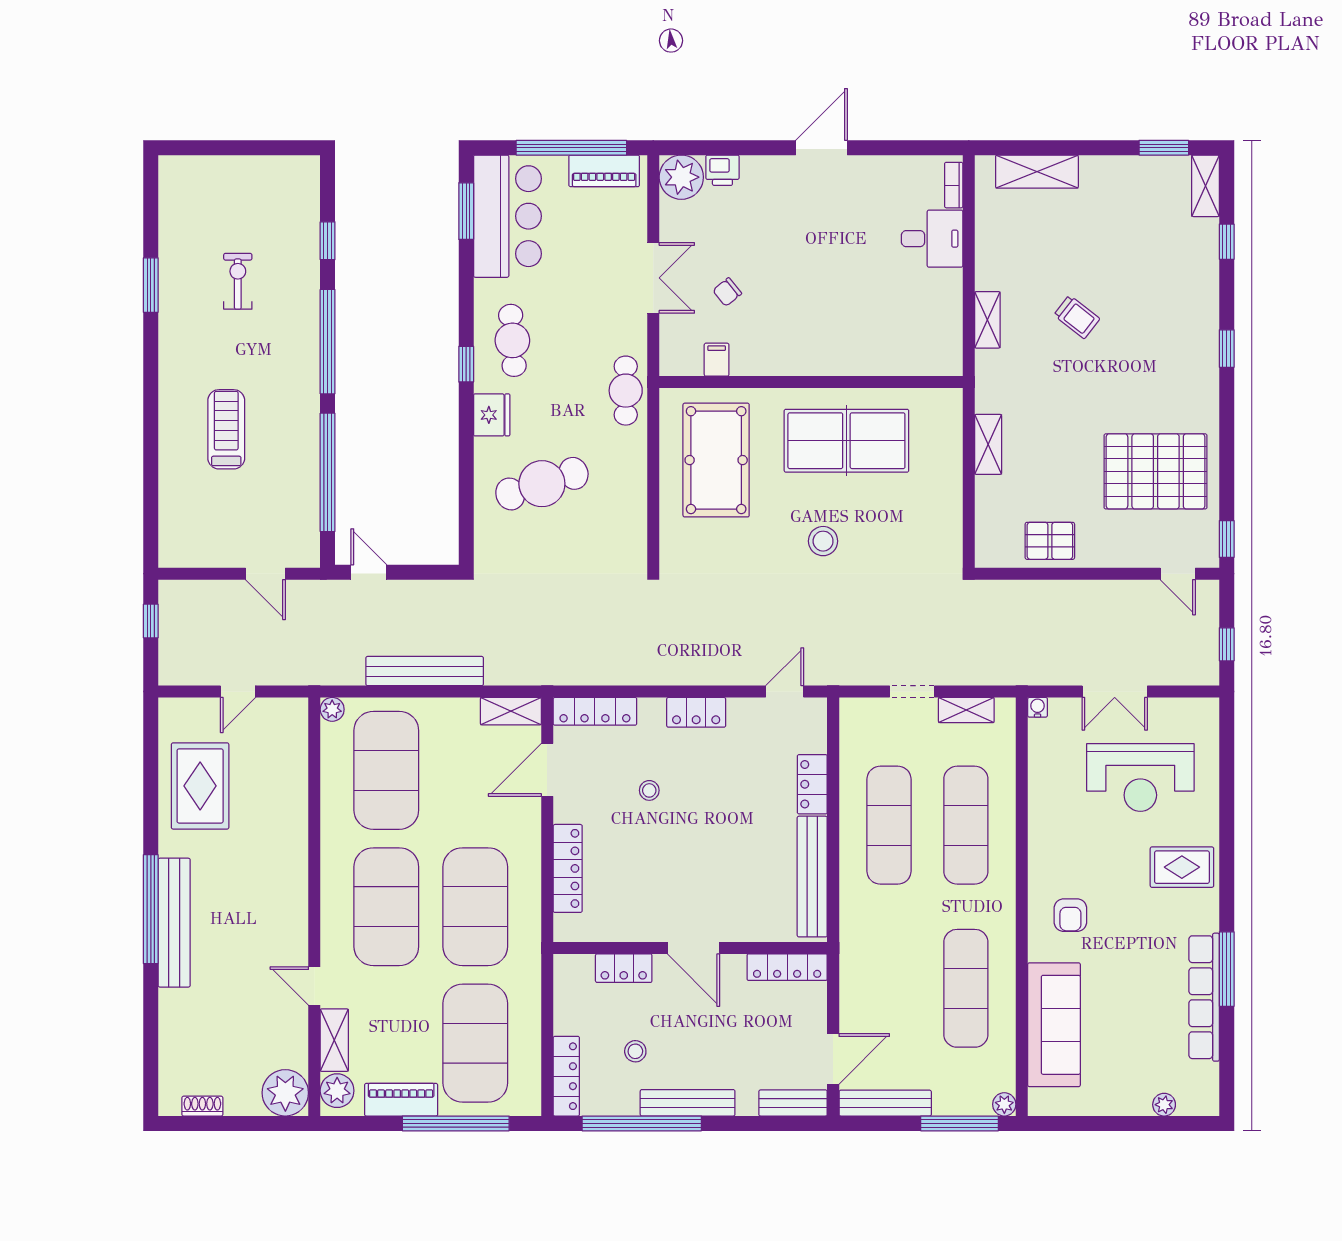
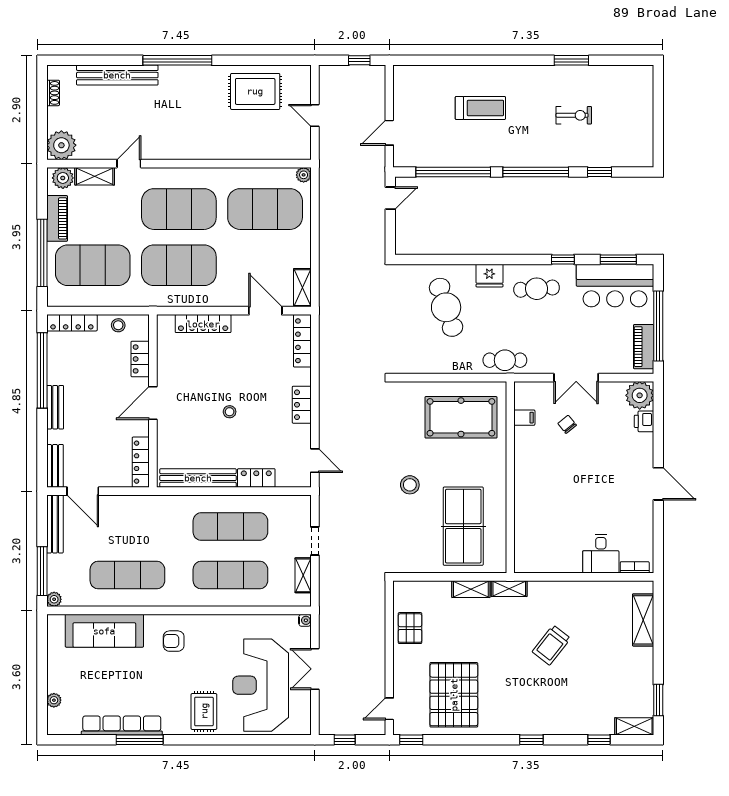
trolley: (1077, 317) -> (551, 645), width x1.36, depth x1.39
shelving: (987, 320) -> (509, 589), moved
window: (466, 364) -> (563, 259), moved
table tennis table: (846, 441) -> (463, 526), moved
bench: (425, 671) -> (328, 233), removed
reception desk: (1140, 777) -> (261, 685), width x1.36, depth x1.30
stool: (649, 790) -> (230, 412), moved
bench: (174, 923) -> (117, 75), moved
stool: (635, 1051) -> (118, 325), moved
bench: (688, 1103) -> (55, 407), width x0.73

